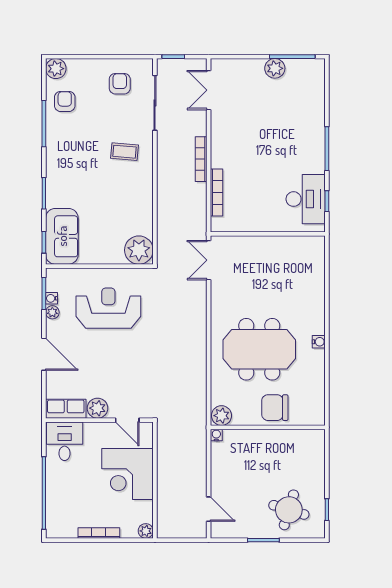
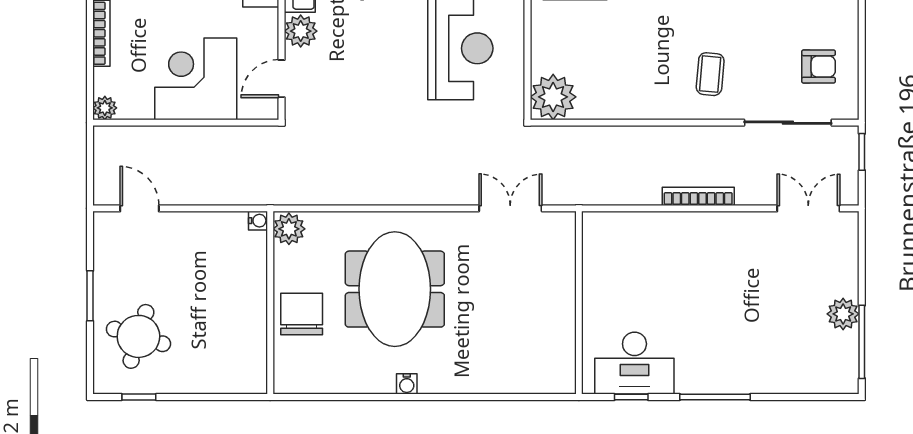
bookcase: (216, 192) -> (645, 221), removed
double door: (209, 260) -> (510, 208), moved
door: (209, 509) -> (139, 208), swing flipped

